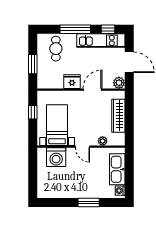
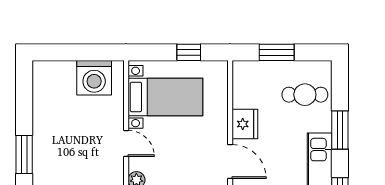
window: (75, 29) -> (340, 130), width x0.69
door: (83, 147) -> (126, 143), swing flipped
washing machine: (56, 157) -> (94, 78), moved, turned -90

